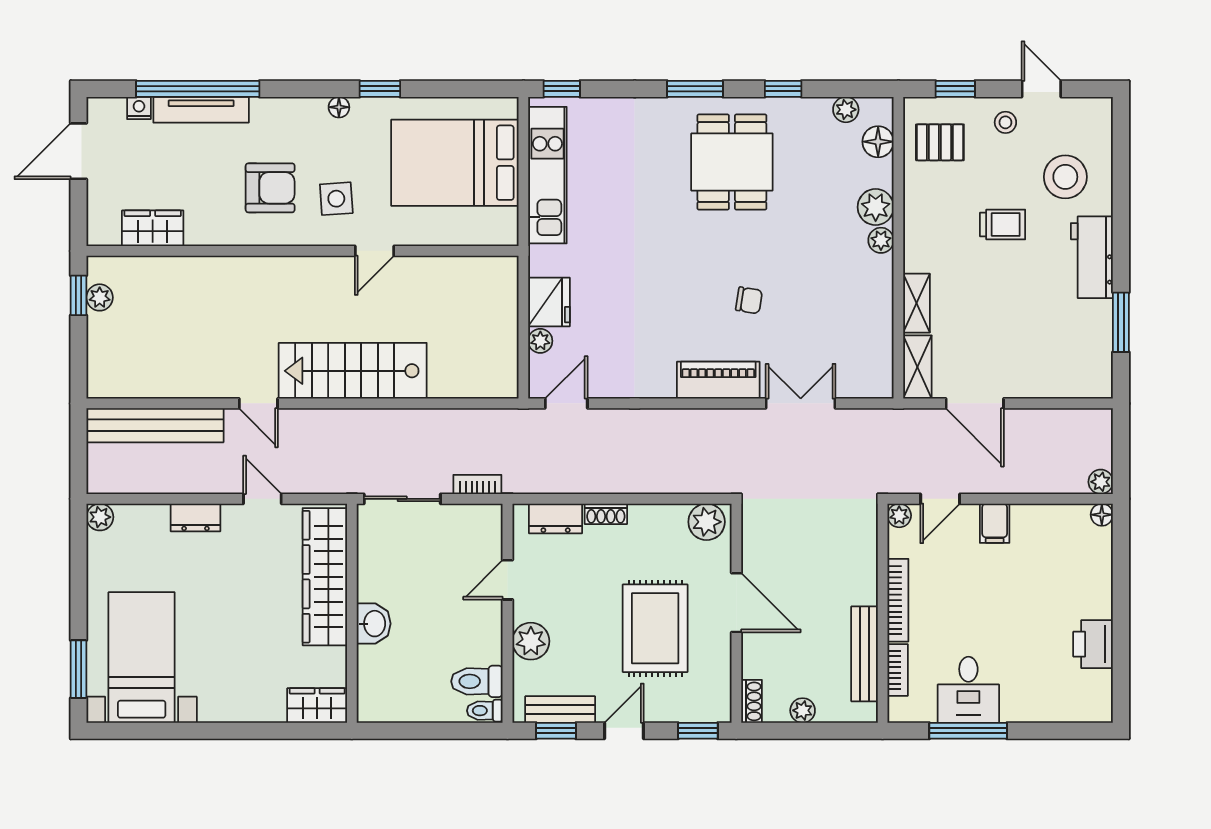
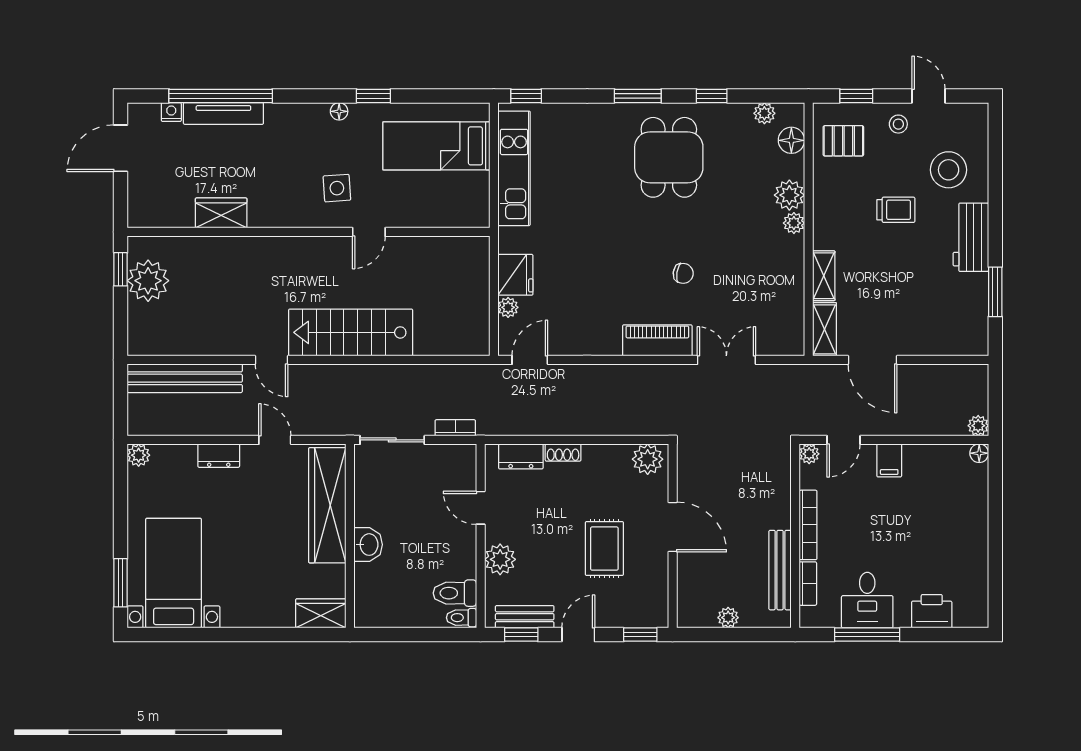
bed: (455, 163) -> (436, 146), width x0.67
armchair: (270, 188) -> (281, 179), removed
wardrobe: (153, 228) -> (221, 213), moved
plant: (100, 297) -> (148, 281), width x1.87, depth x1.87
door: (508, 580) -> (481, 508), hinge flipped
rug: (655, 628) -> (604, 549), width x0.73, depth x0.70
printer: (1093, 644) -> (932, 611), moved, turned 90
shoe rack: (752, 701) -> (685, 610), removed

